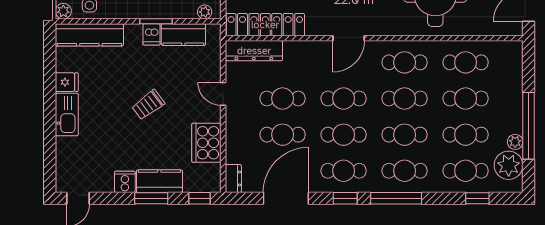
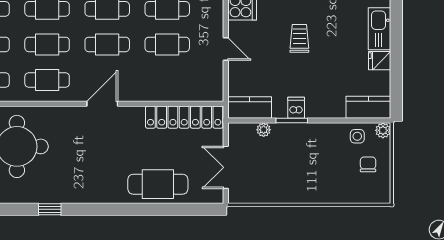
plant: (205, 12) -> (264, 130), moved
kitchen counter: (89, 35) -> (368, 107), width x0.67
kitchen counter: (183, 35) -> (250, 107), moved
dresser: (254, 51) -> (195, 92), removed
trolley: (148, 105) -> (299, 38), turned -53

